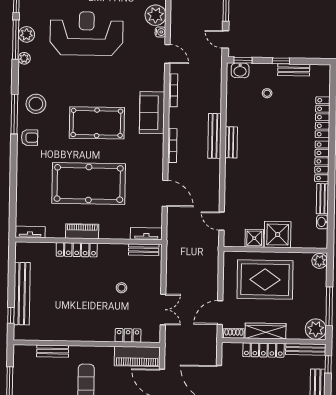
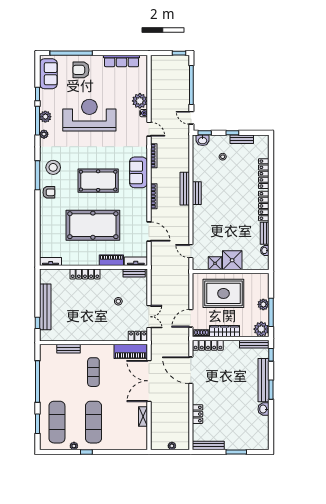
piano: (82, 231) -> (111, 260), moved
plant: (320, 261) -> (263, 304), moved
locker: (128, 335) -> (138, 336), moved
locker: (263, 350) -> (208, 345), moved

